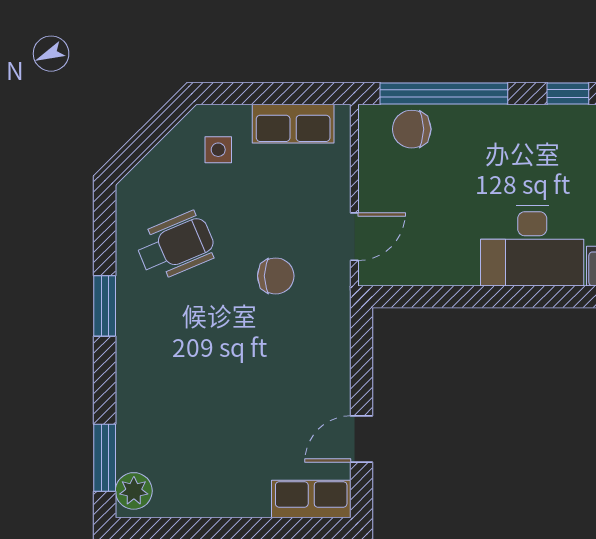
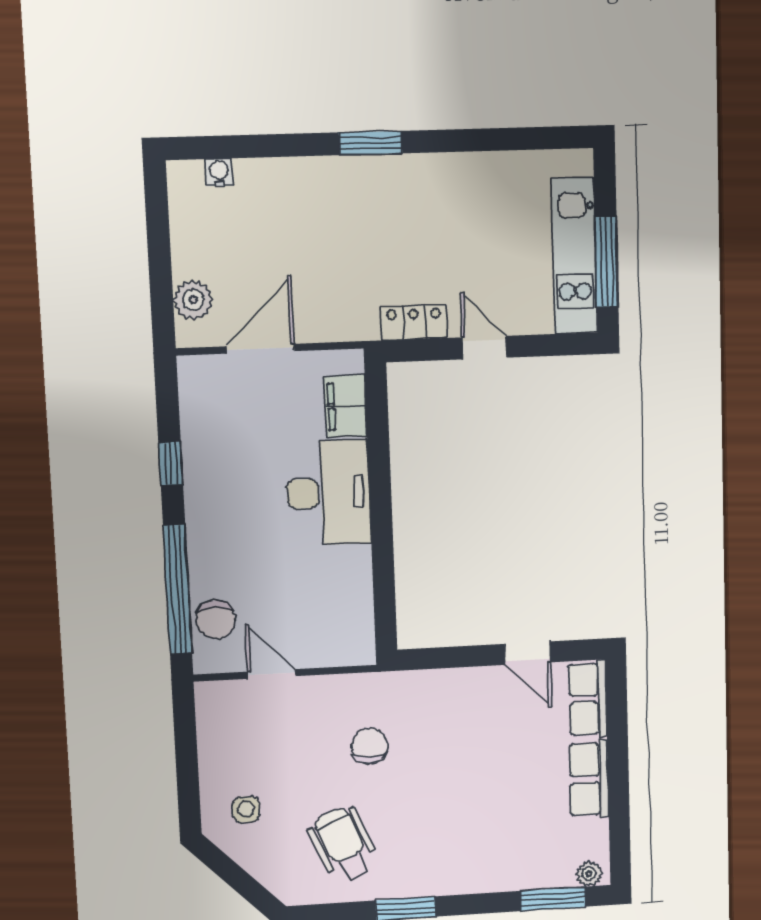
row of seats: (293, 124) -> (589, 779), moved, turned 180
door: (354, 237) -> (272, 674), moved
plant: (134, 491) -> (589, 874), width x0.73, depth x0.73

